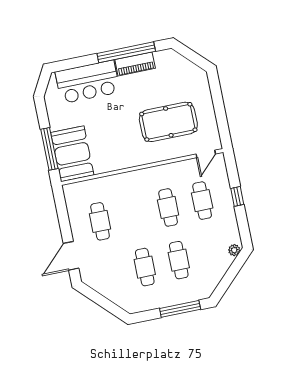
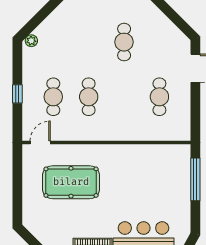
booth: (72, 154) -> (173, 170), removed
cafe table: (179, 260) -> (89, 42), removed

